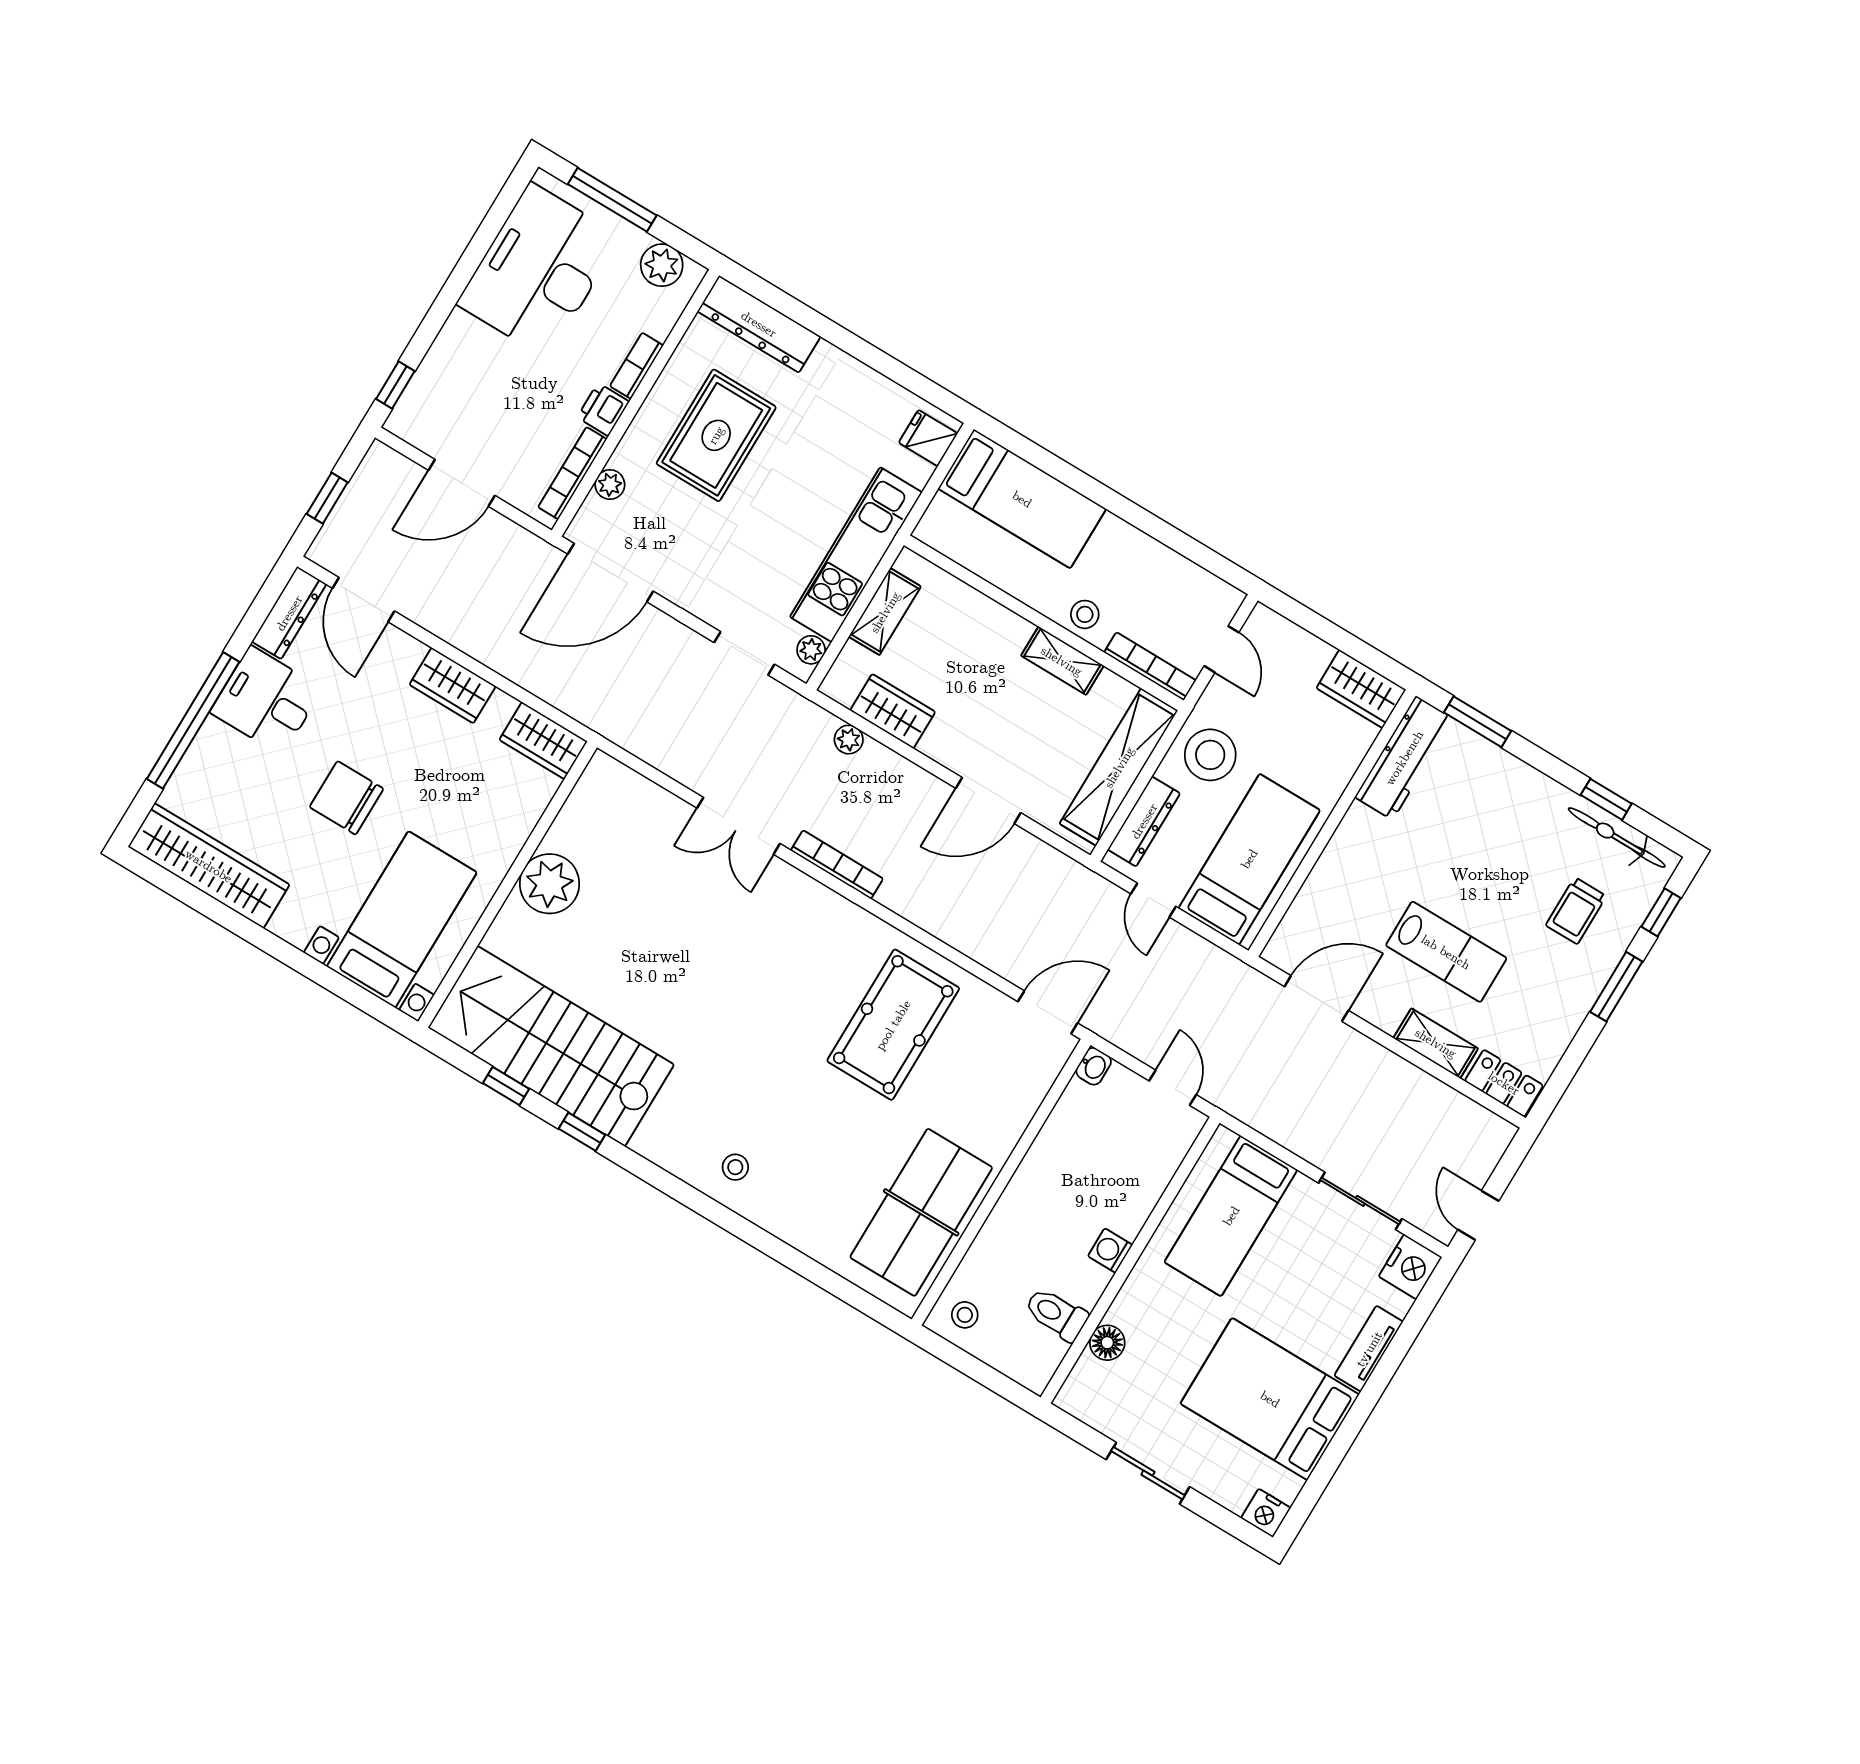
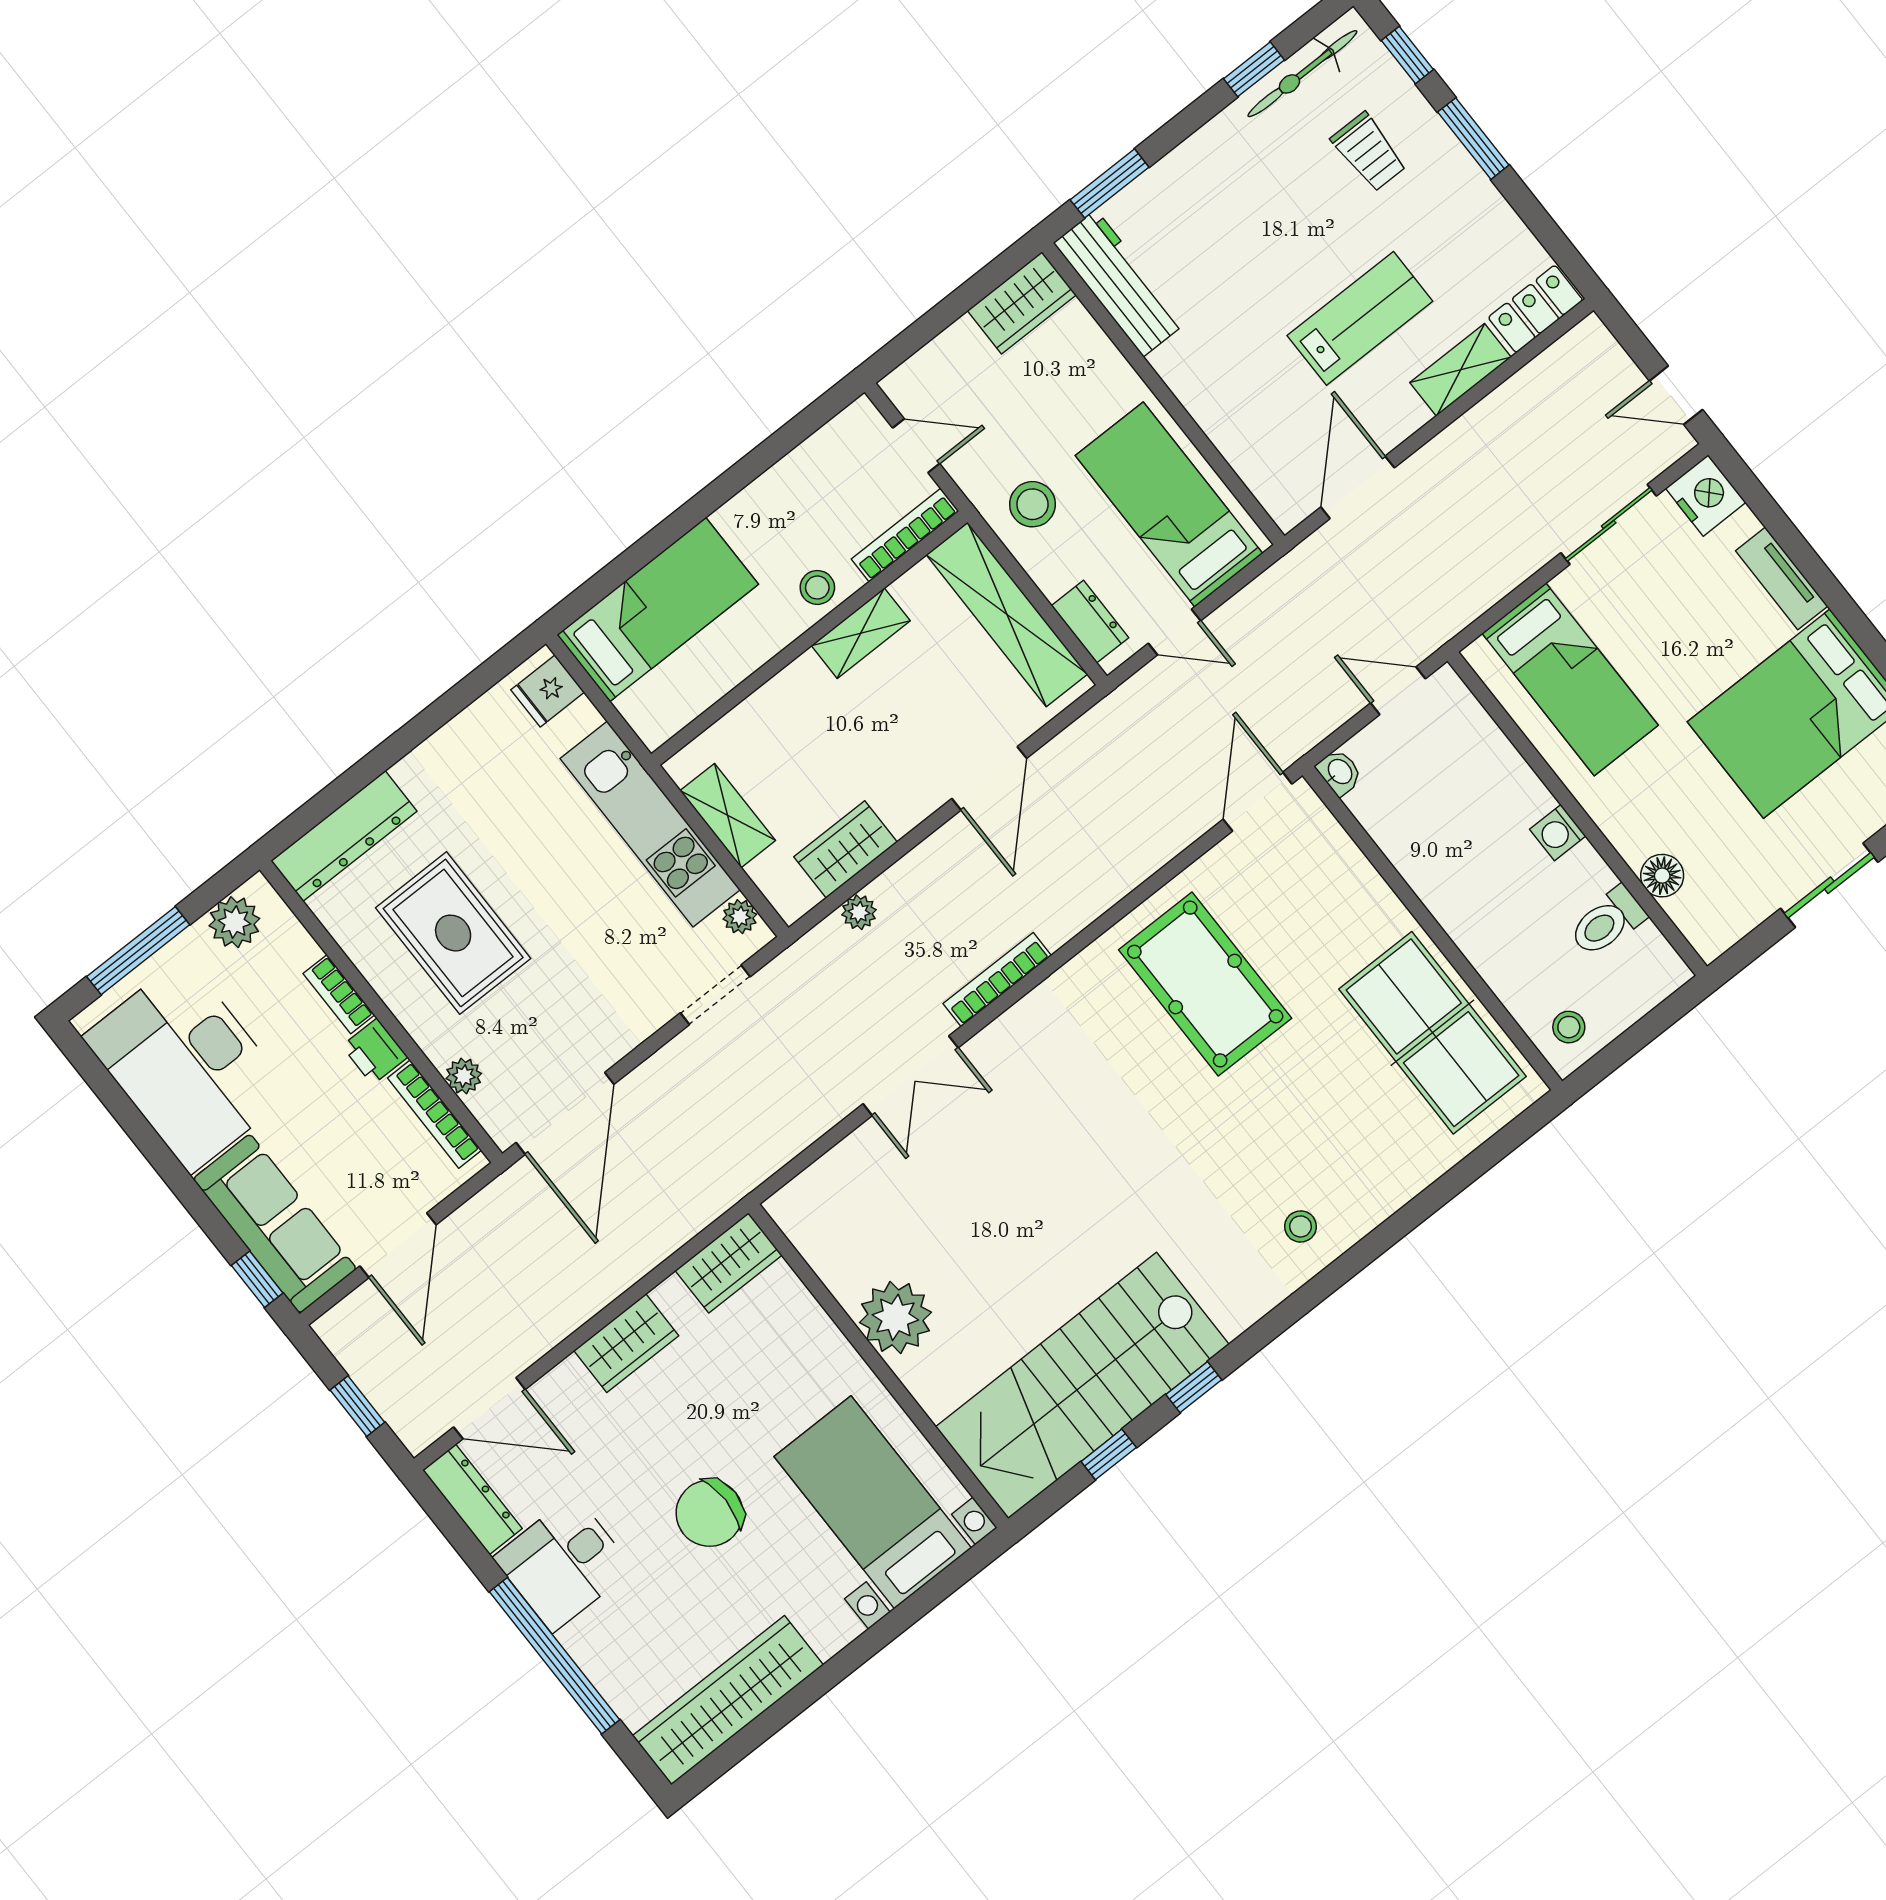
sofa: (443, 383) -> (275, 1224), added
stool: (1210, 755) -> (1032, 504), width x0.73, depth x0.73
dresser: (1144, 821) -> (1090, 622), width x0.70

